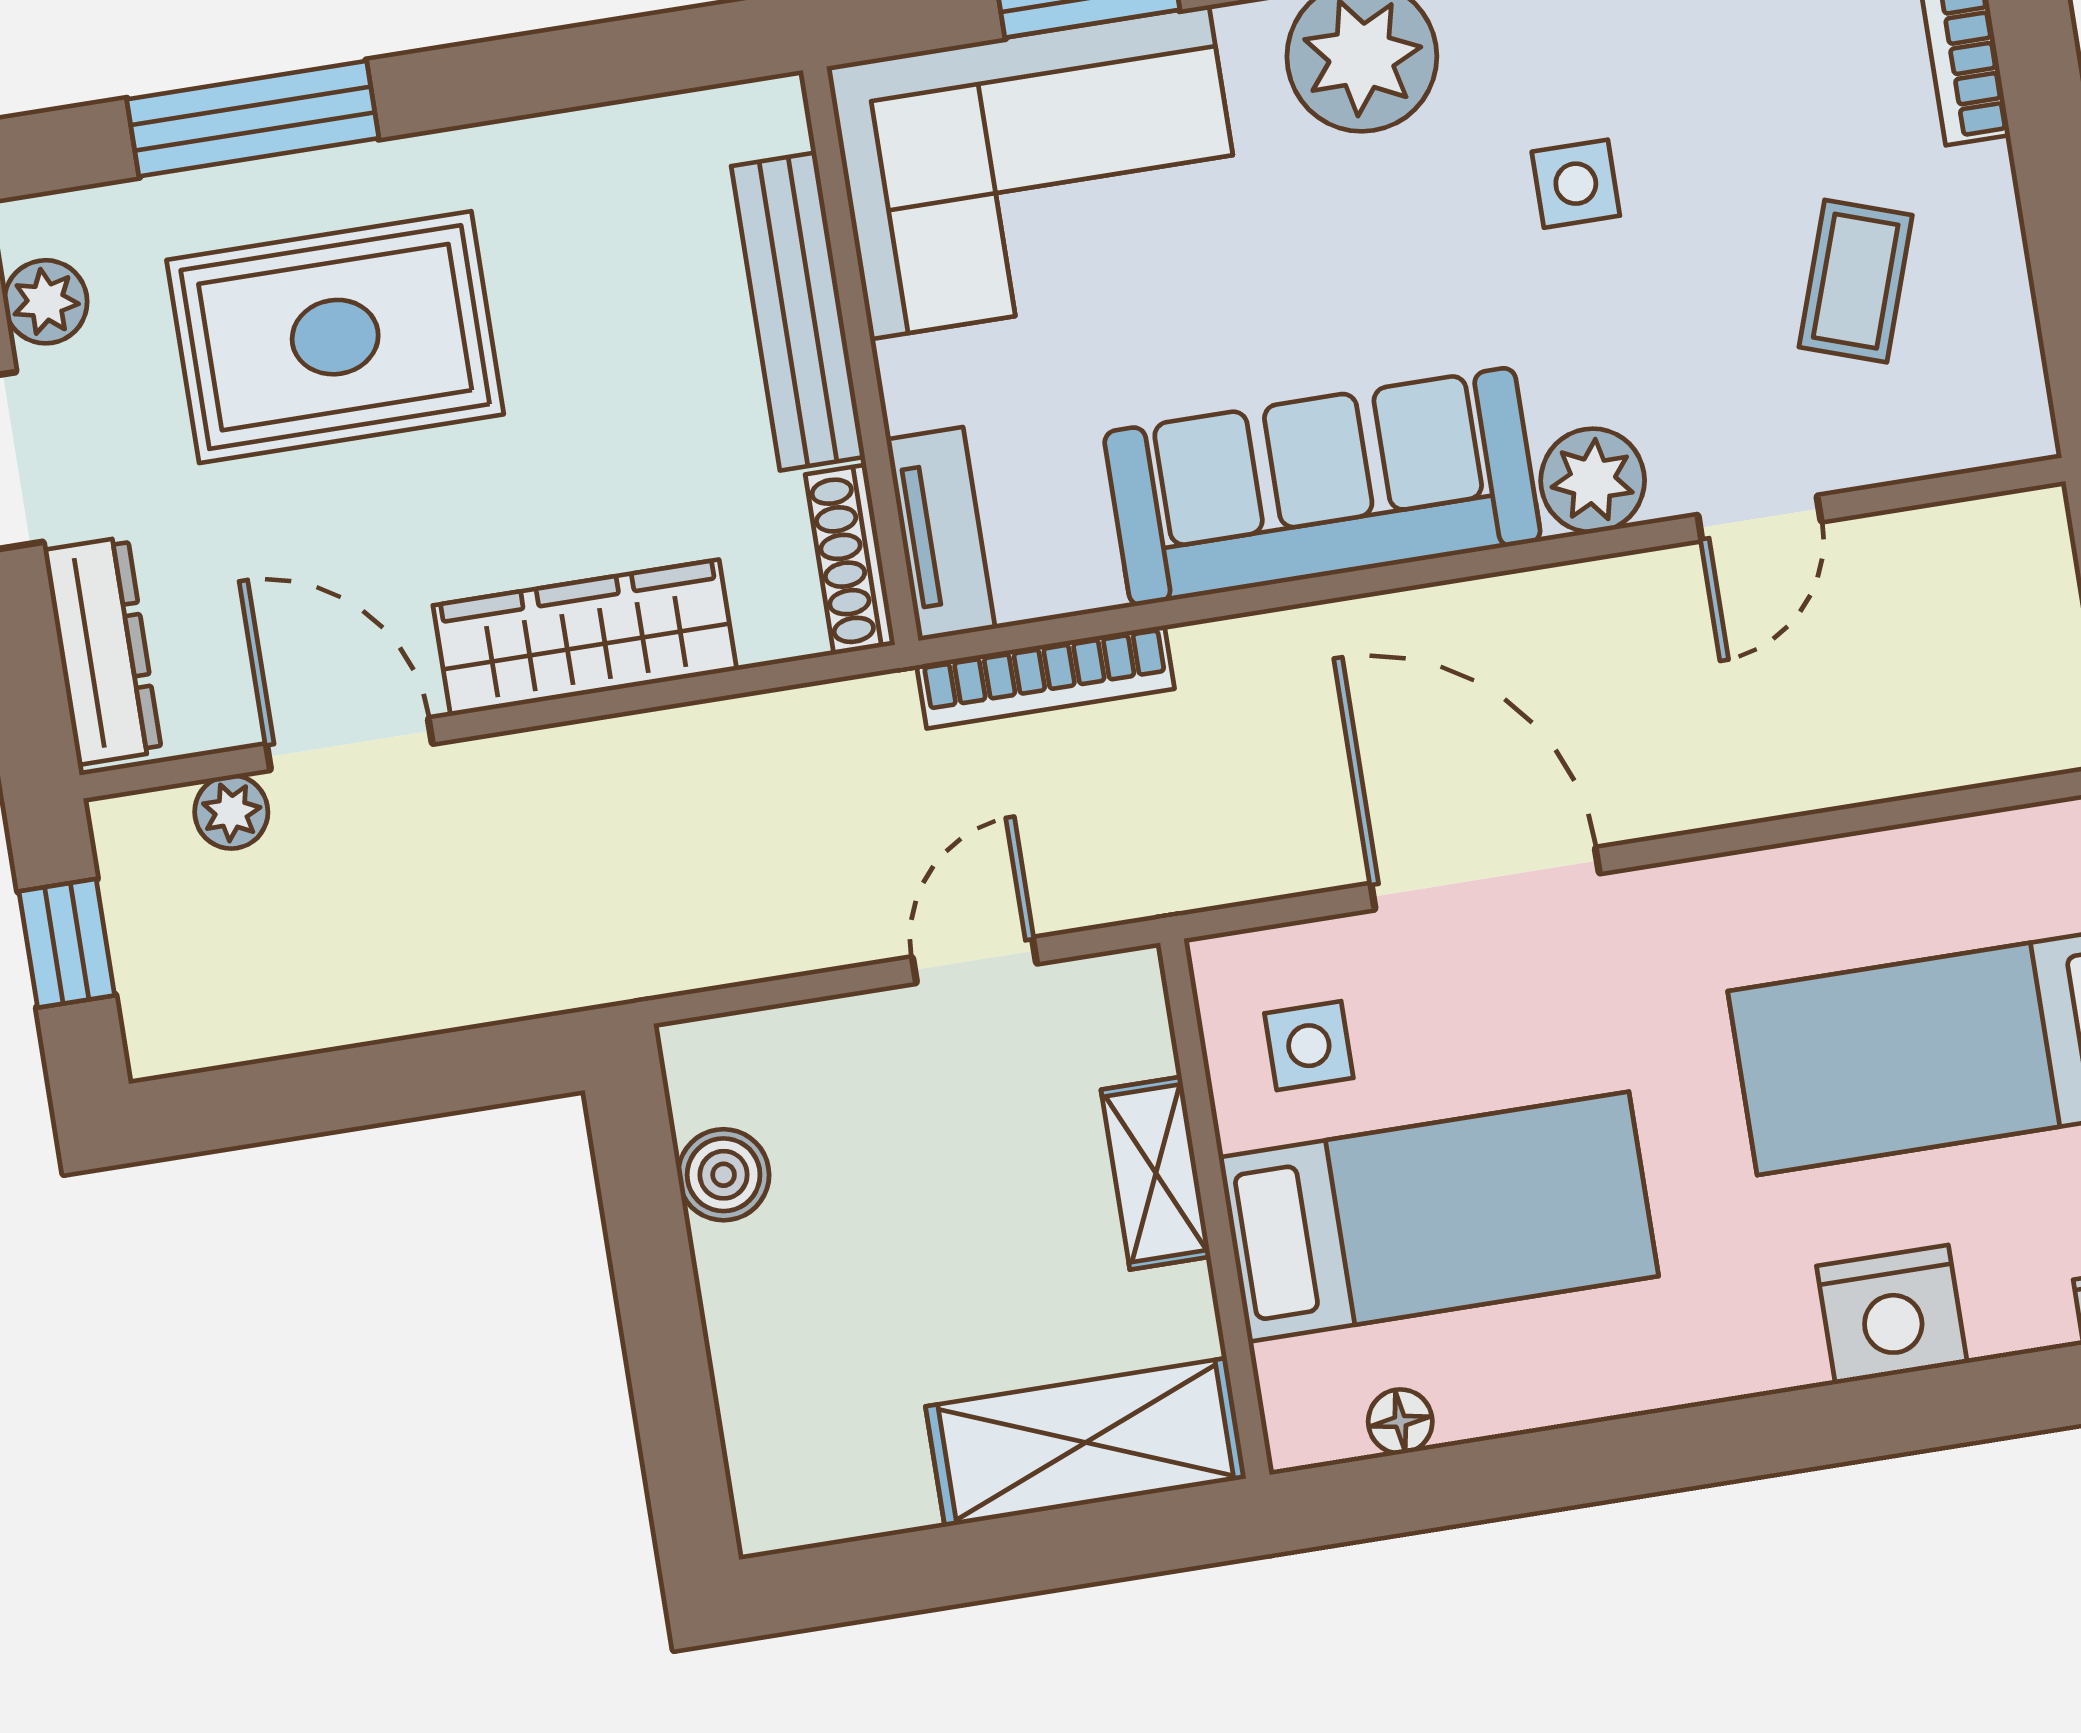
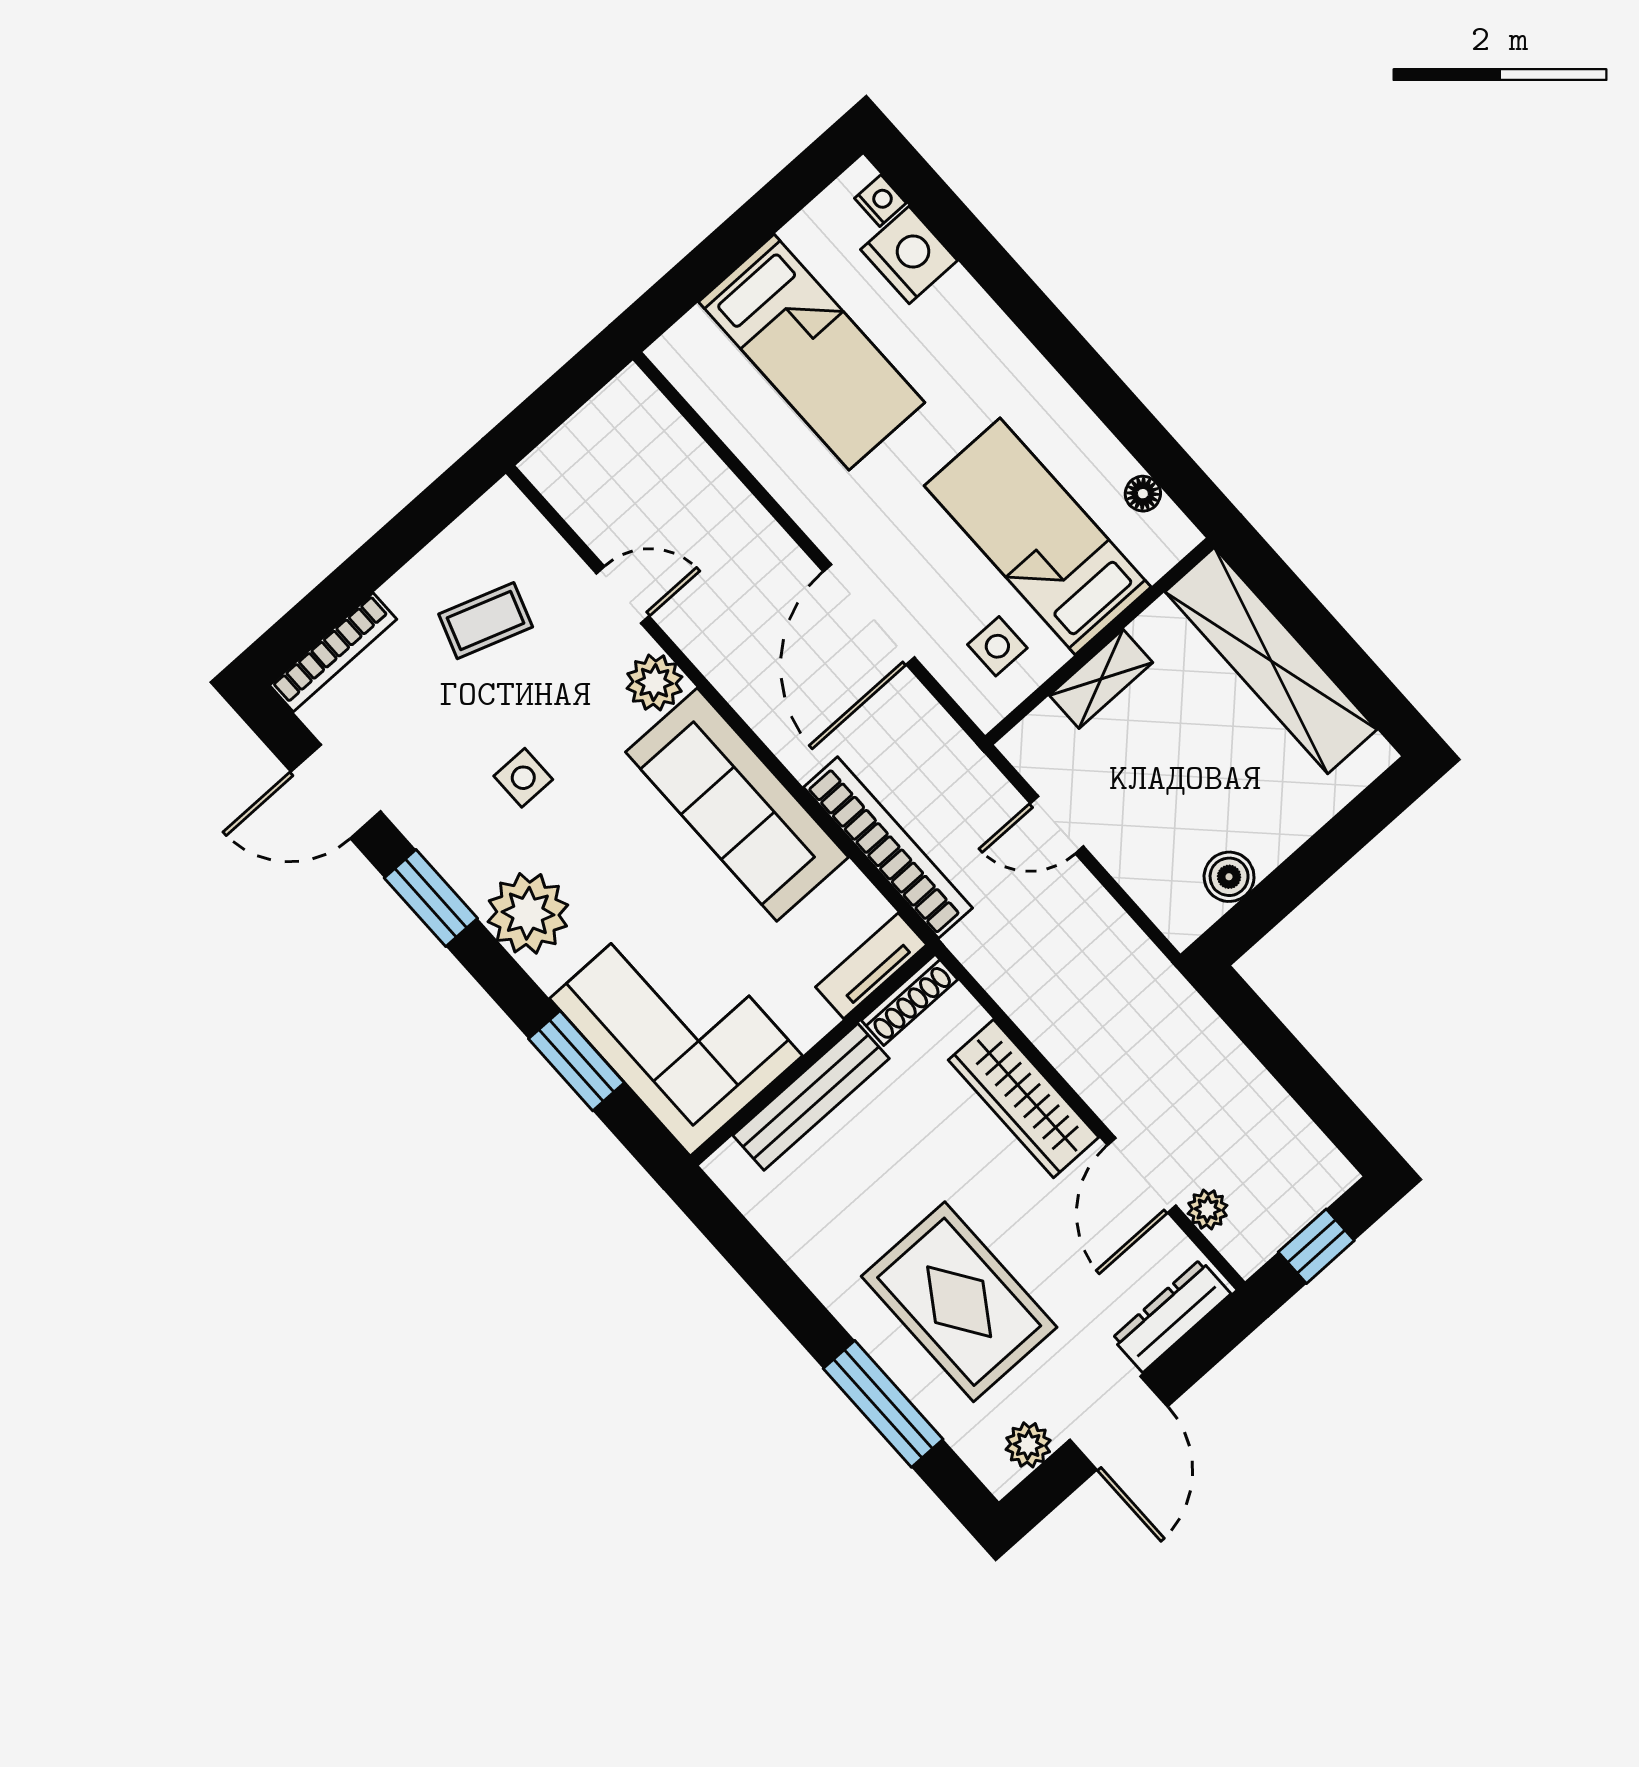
bookcase: (1045, 677) -> (888, 848), width x1.48, depth x1.31
nightstand: (1892, 1314) -> (909, 255), moved
shelving: (1086, 1442) -> (1271, 661), width x1.47

